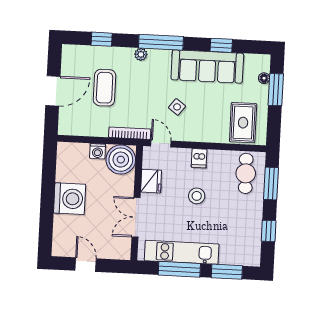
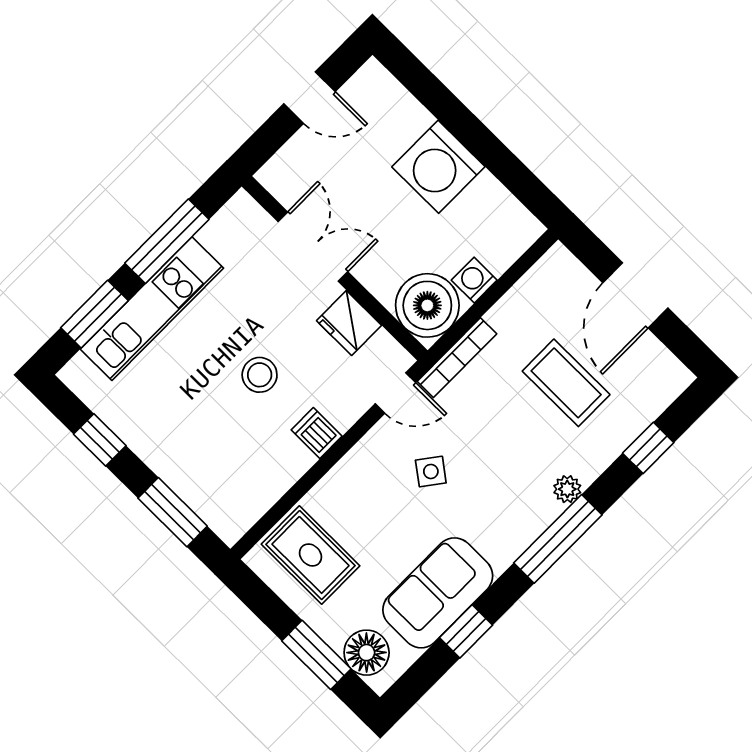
sofa: (207, 66) -> (438, 593), width x0.73
floor lamp: (264, 78) -> (367, 653), width x1.89, depth x1.89
cafe table: (246, 173) -> (225, 486), removed
kitchen unit: (182, 252) -> (152, 309), moved

